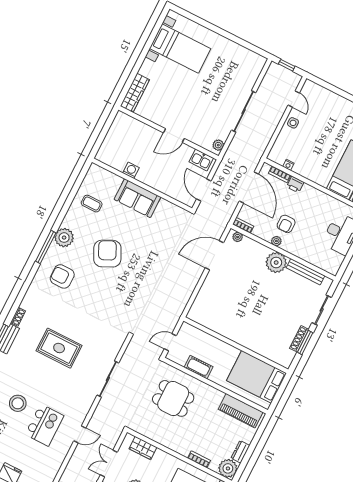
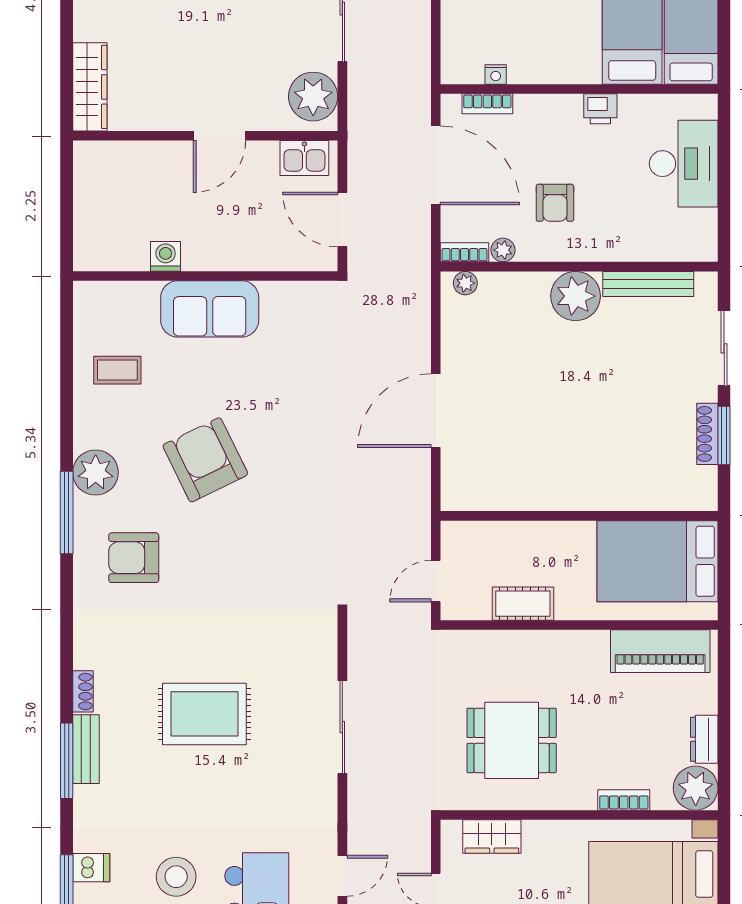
plant: (218, 145) -> (313, 97), width x1.88, depth x1.88
printer: (295, 184) -> (600, 109), moved
plant: (276, 241) -> (503, 250), moved
door: (214, 255) -> (436, 411), moved
dining table: (173, 398) -> (512, 740), moved

